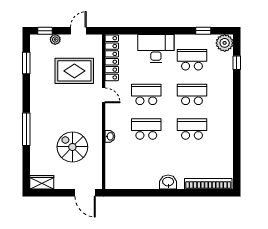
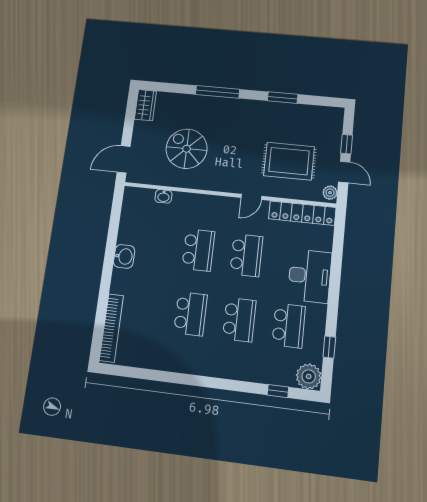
window: (45, 31) -> (347, 144), moved
plant: (55, 39) -> (330, 193), moved
window: (26, 63) -> (283, 98), moved
rug: (74, 71) -> (289, 161), turned 90
washbasin: (110, 136) -> (164, 196), moved
spiral stairs: (72, 147) -> (186, 149), turned -90
washbasin: (168, 182) -> (124, 256), moved

